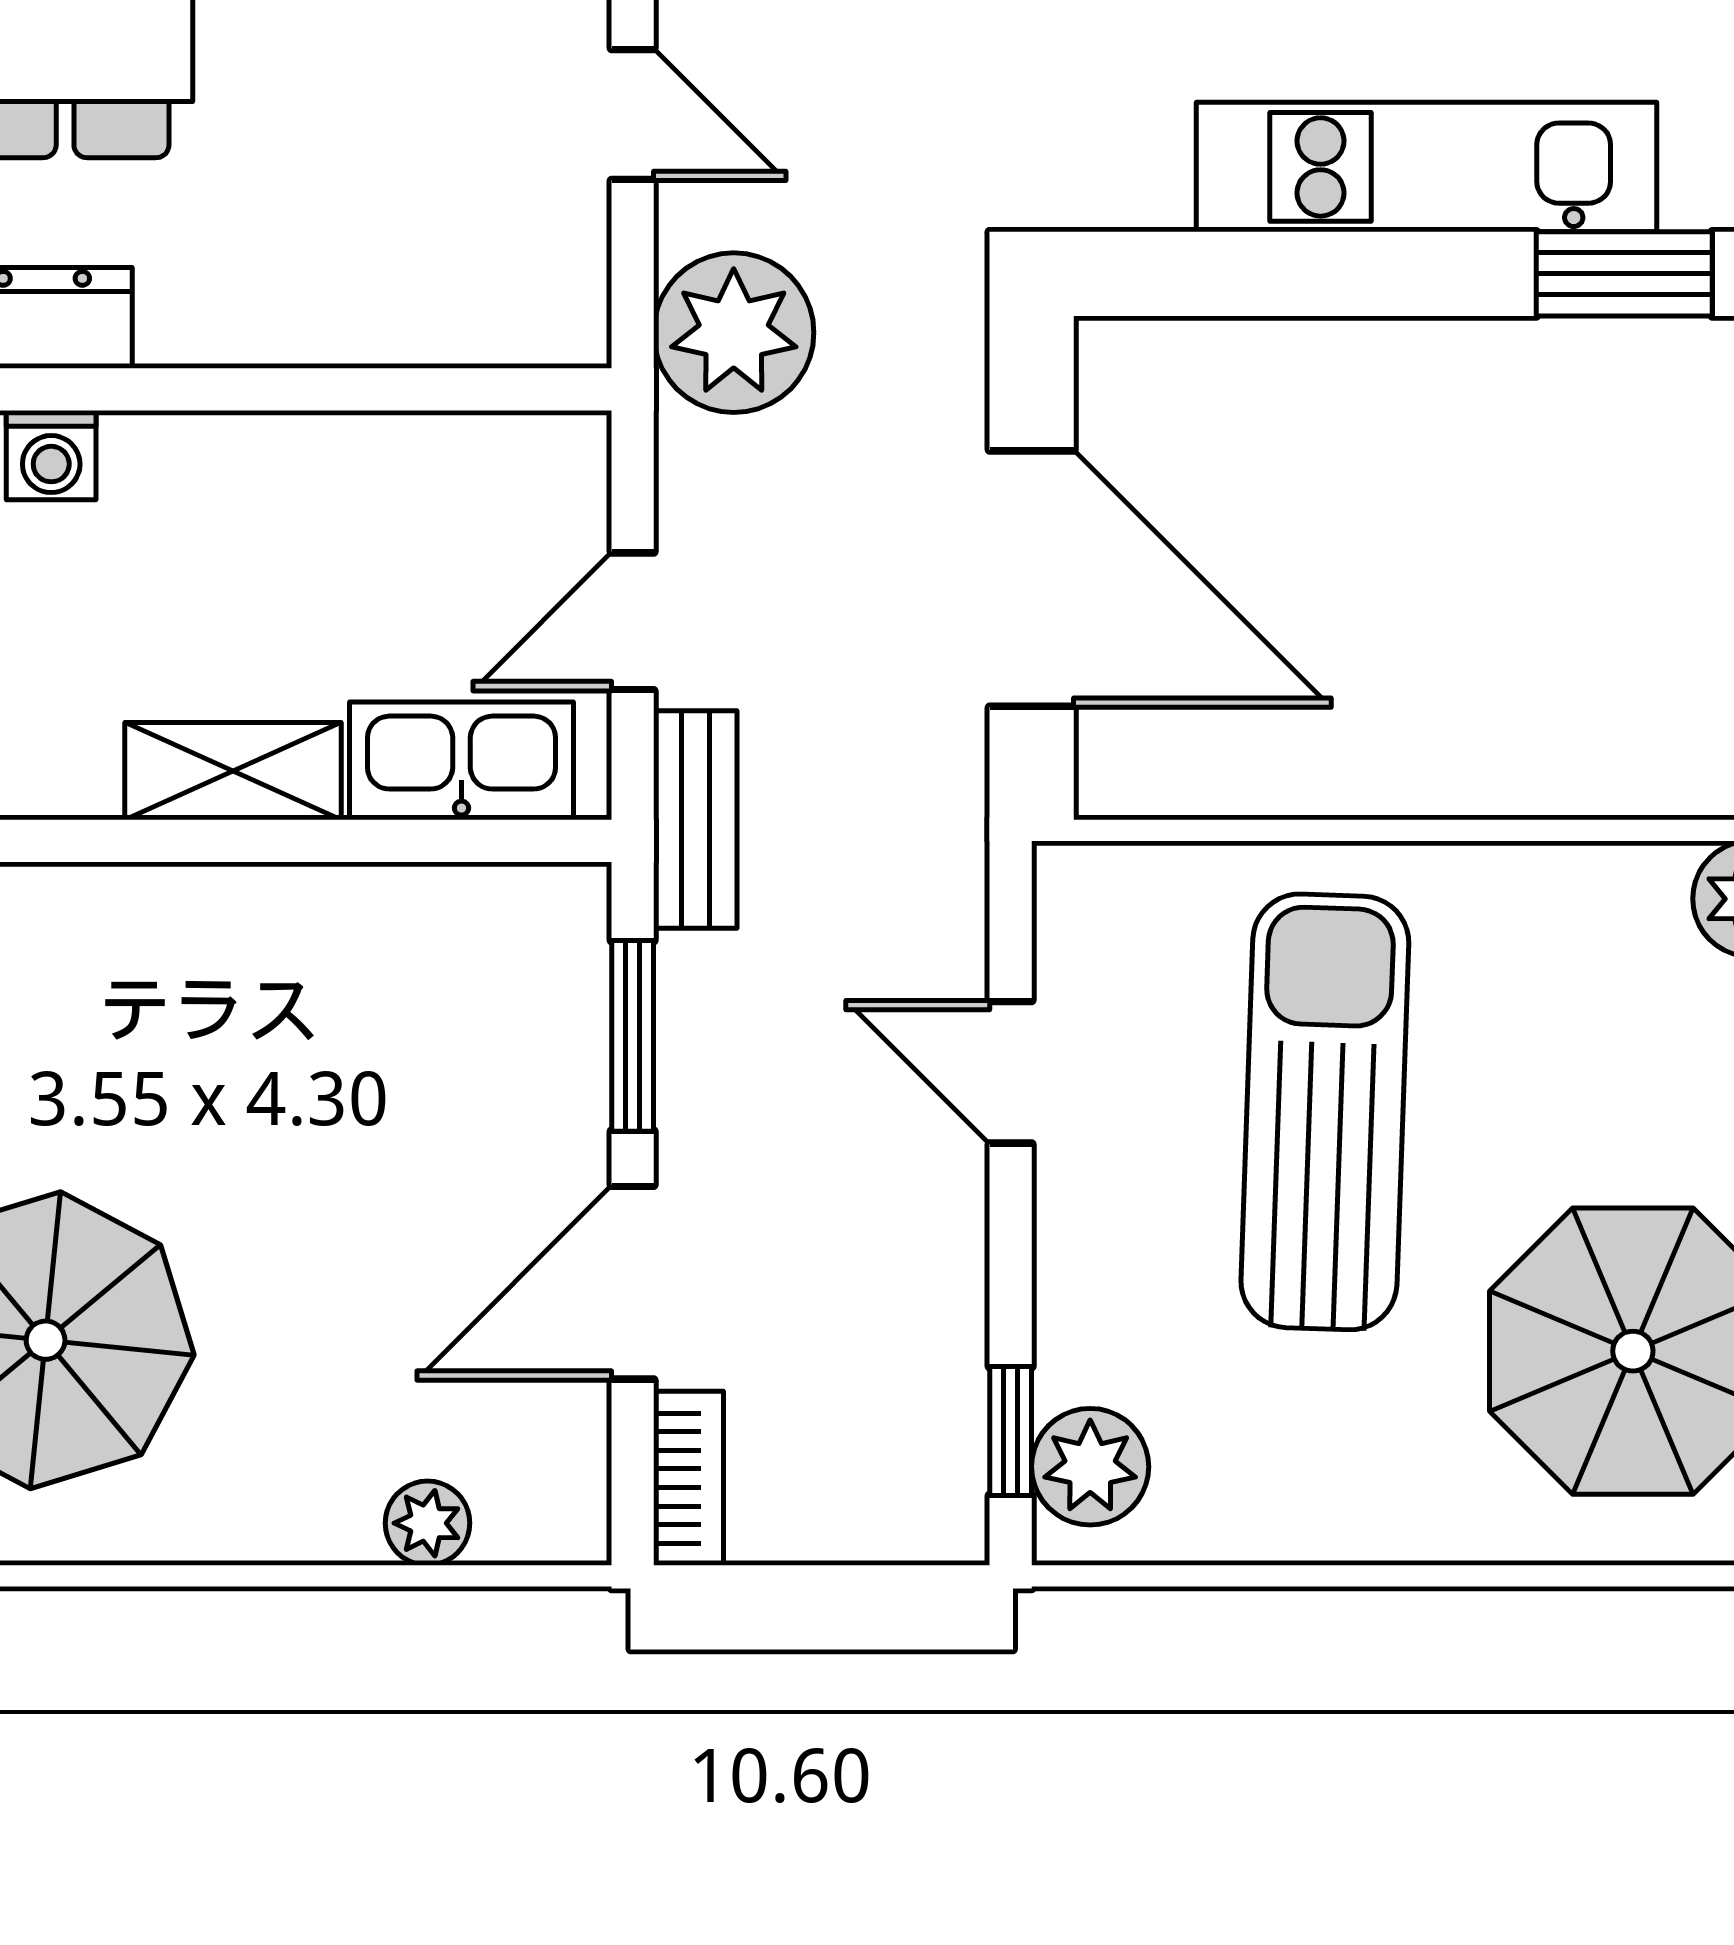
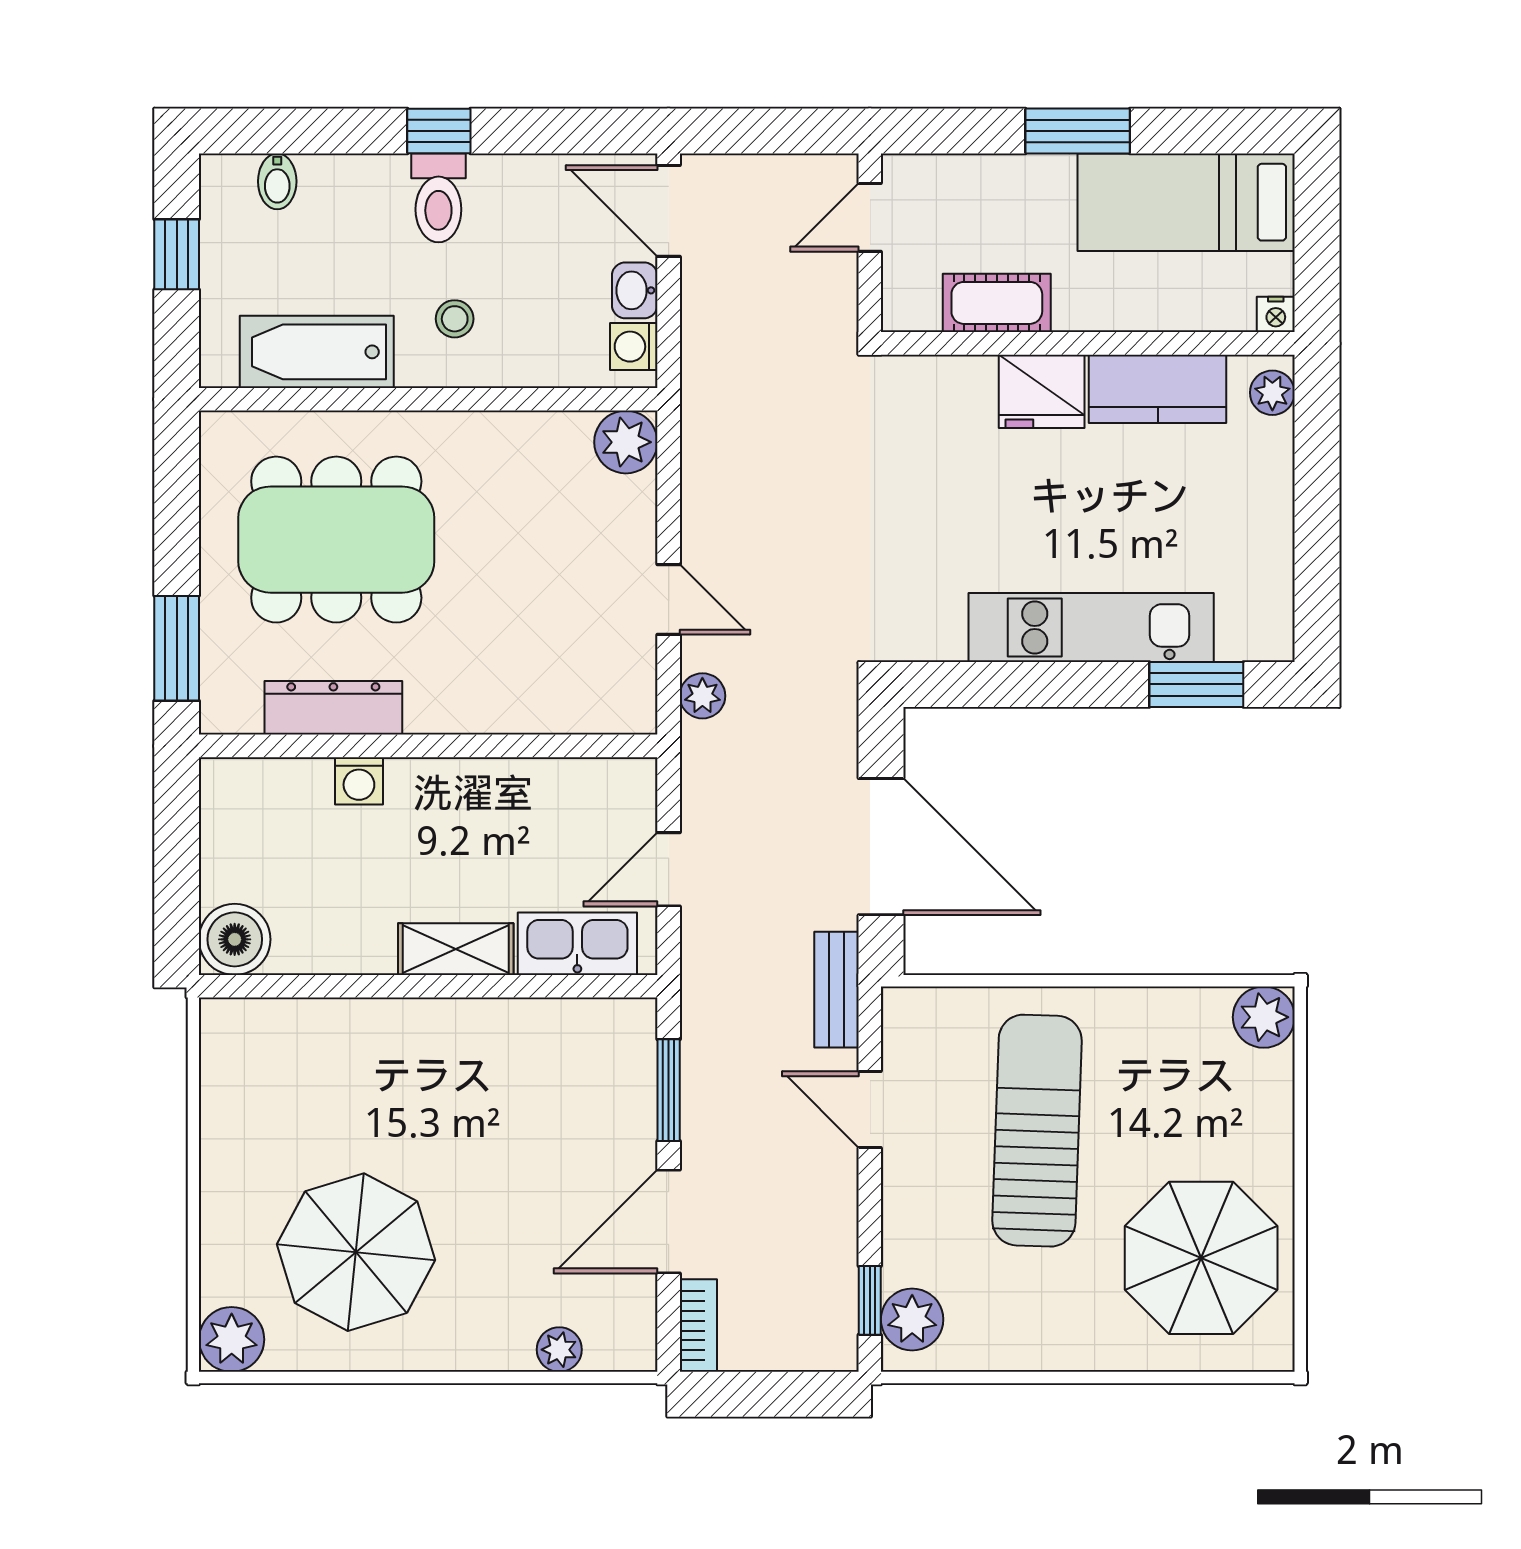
plant: (734, 333) -> (702, 696), width x0.53, depth x0.53
bench: (695, 820) -> (837, 990), moved

